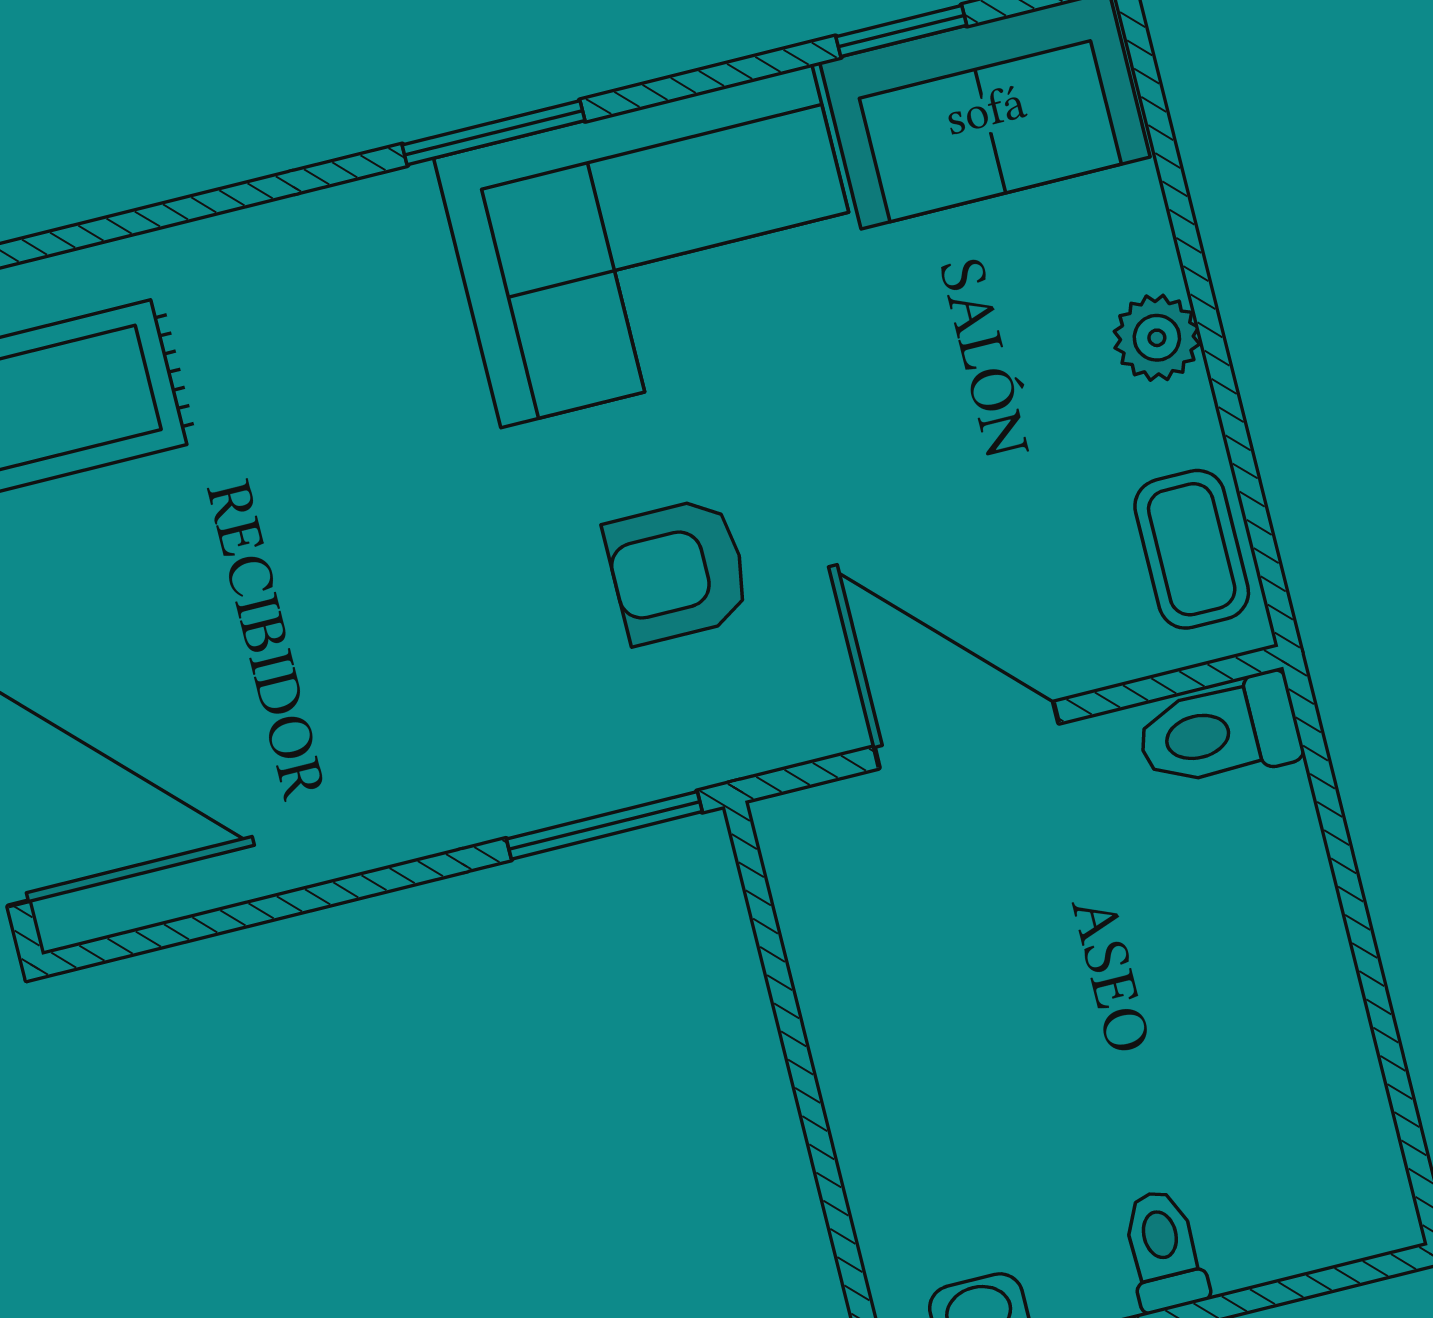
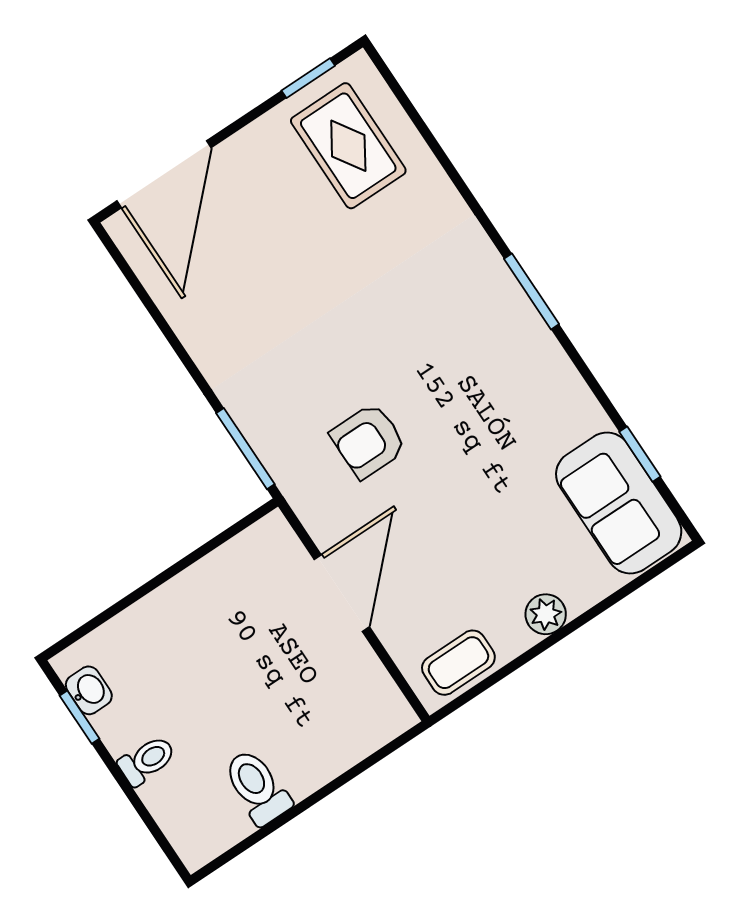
corner sofa: (656, 246) -> (507, 380), removed
armchair: (678, 571) -> (368, 441), turned -90
toilet: (1219, 732) -> (257, 787), moved

